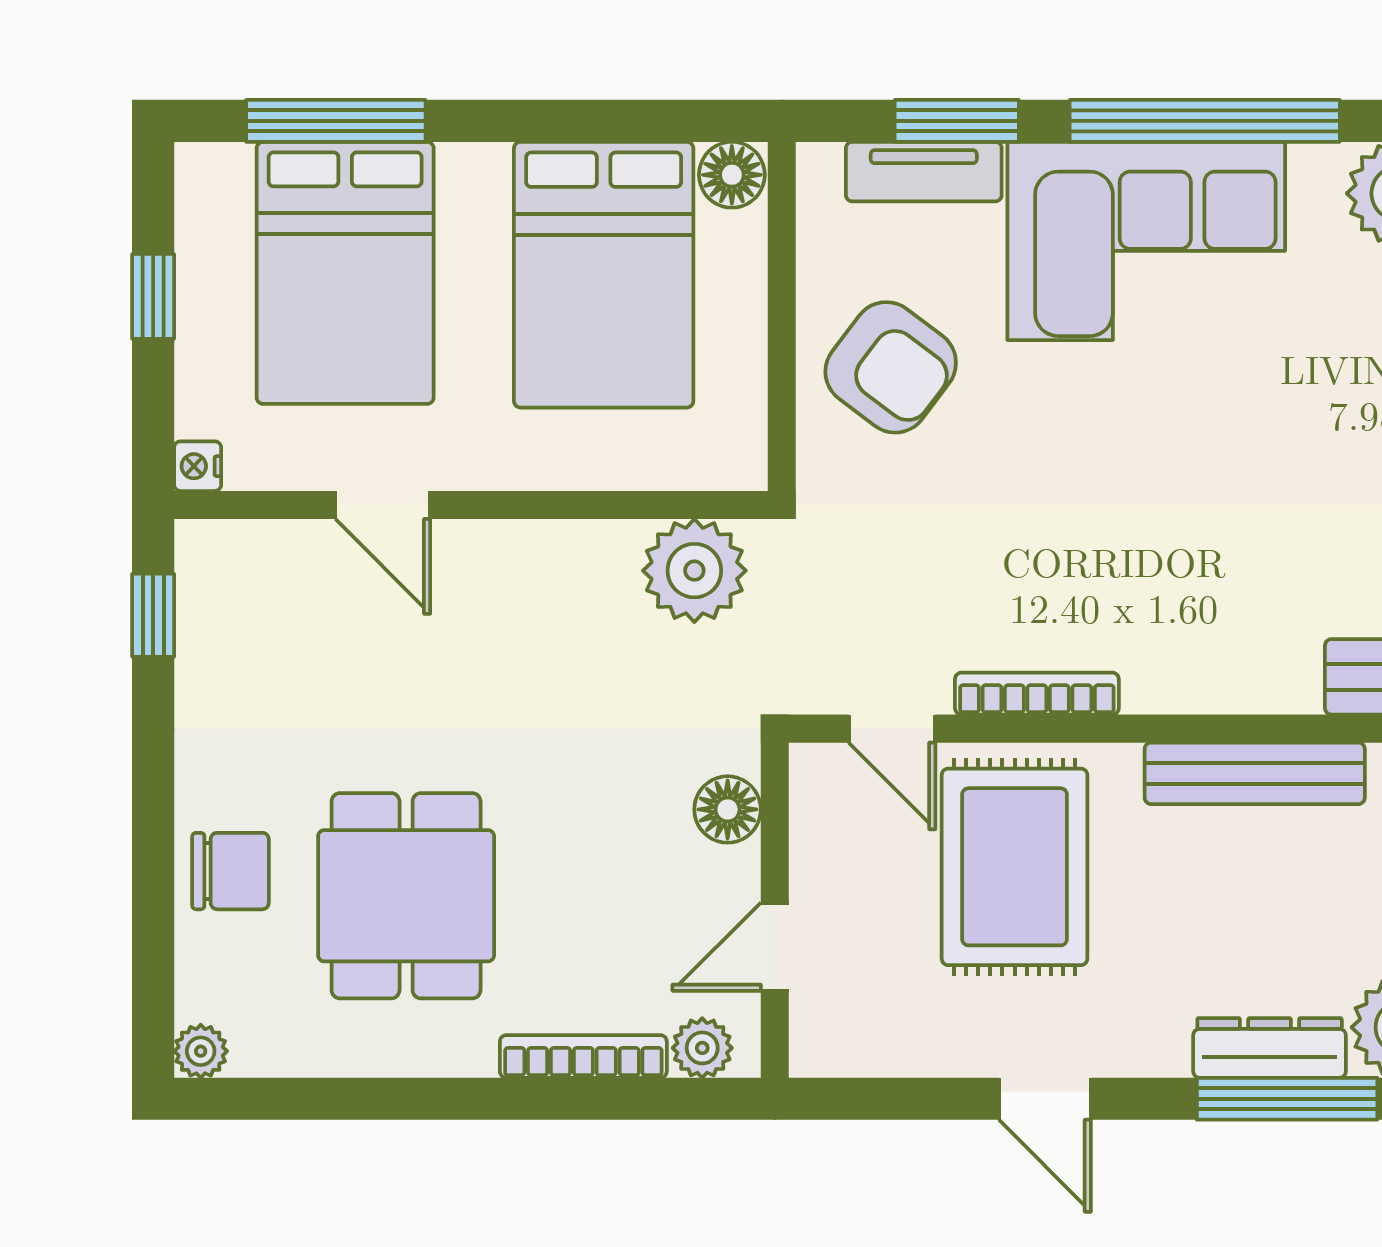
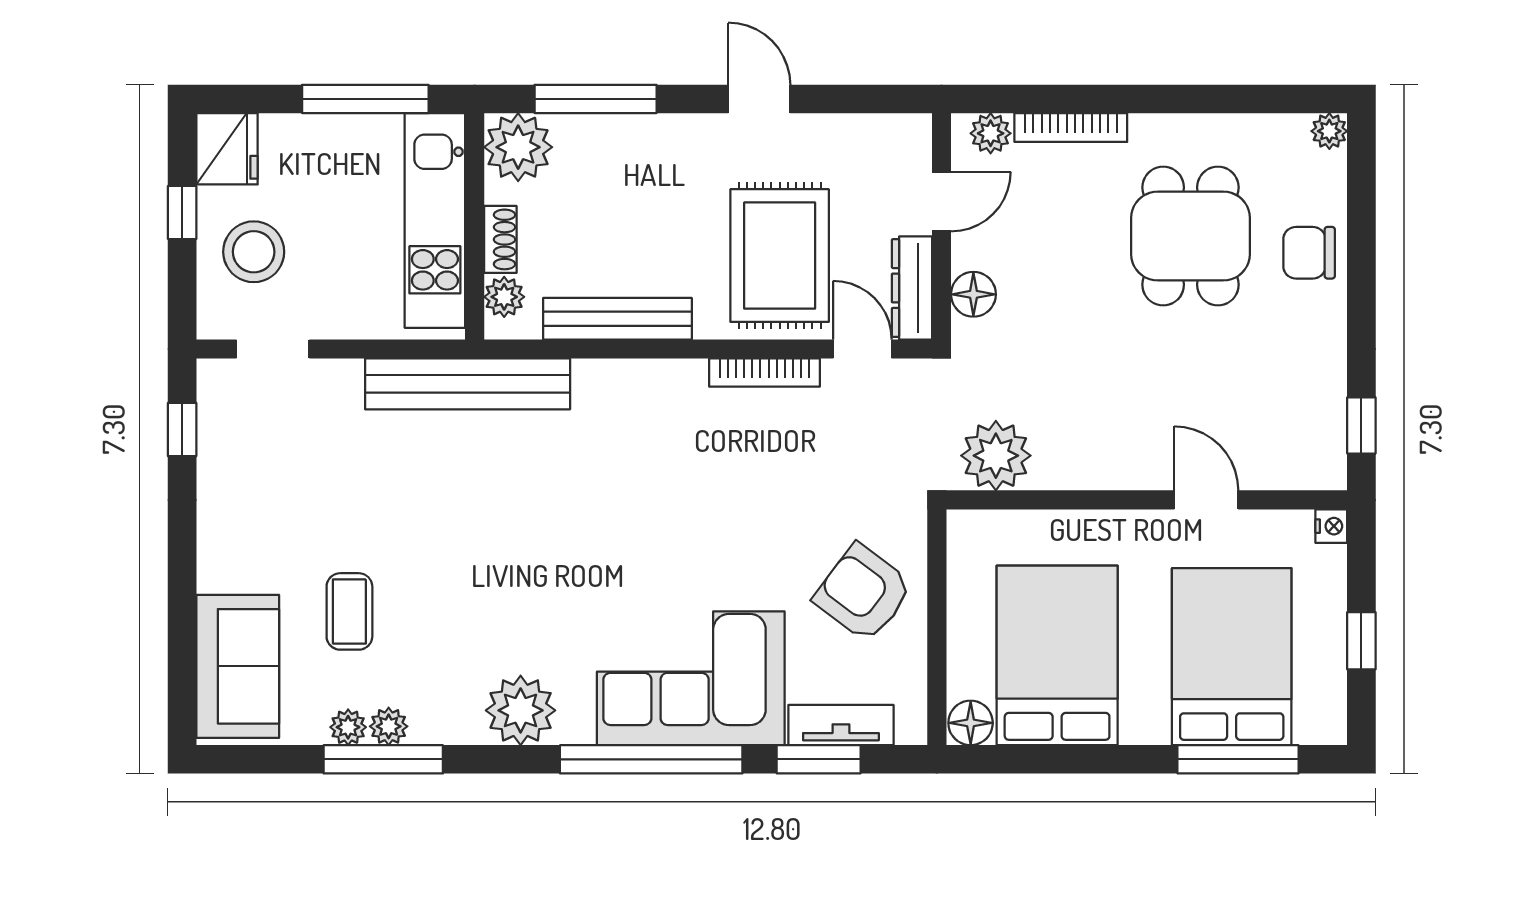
dresser: (1270, 1048) -> (912, 288), moved, turned 90

